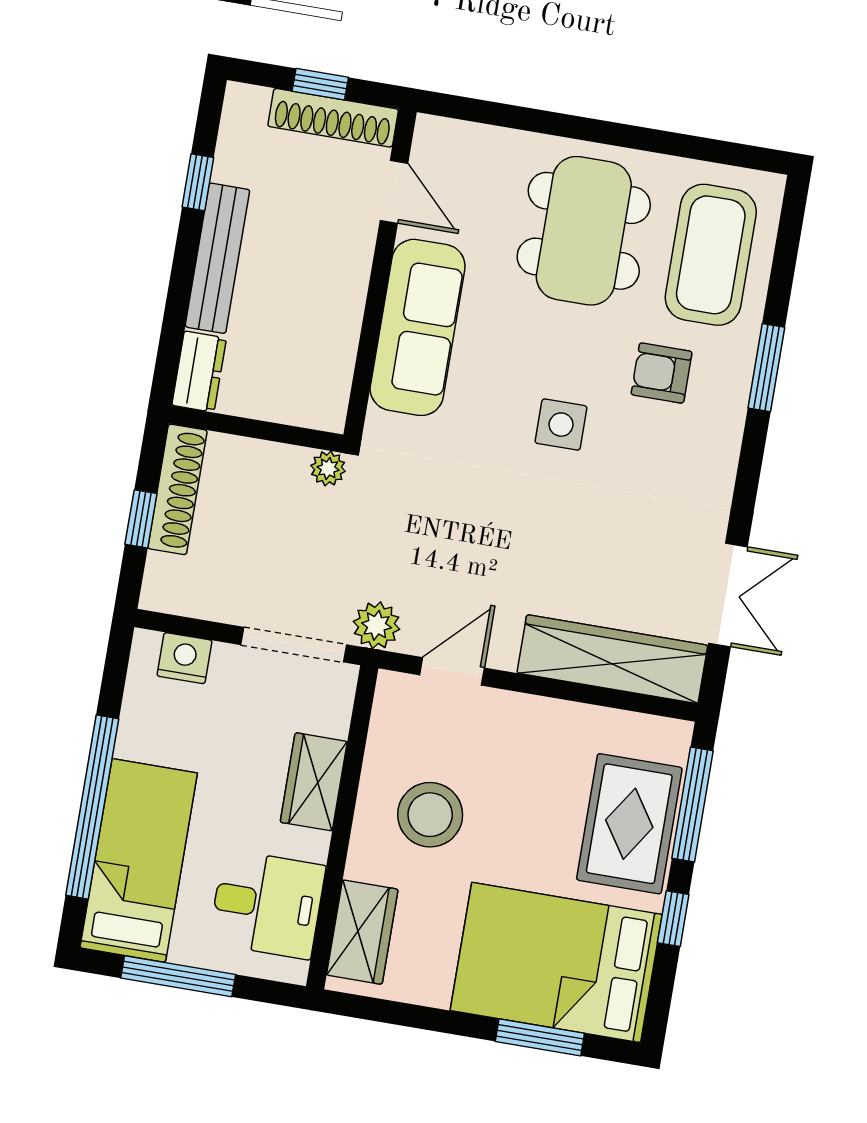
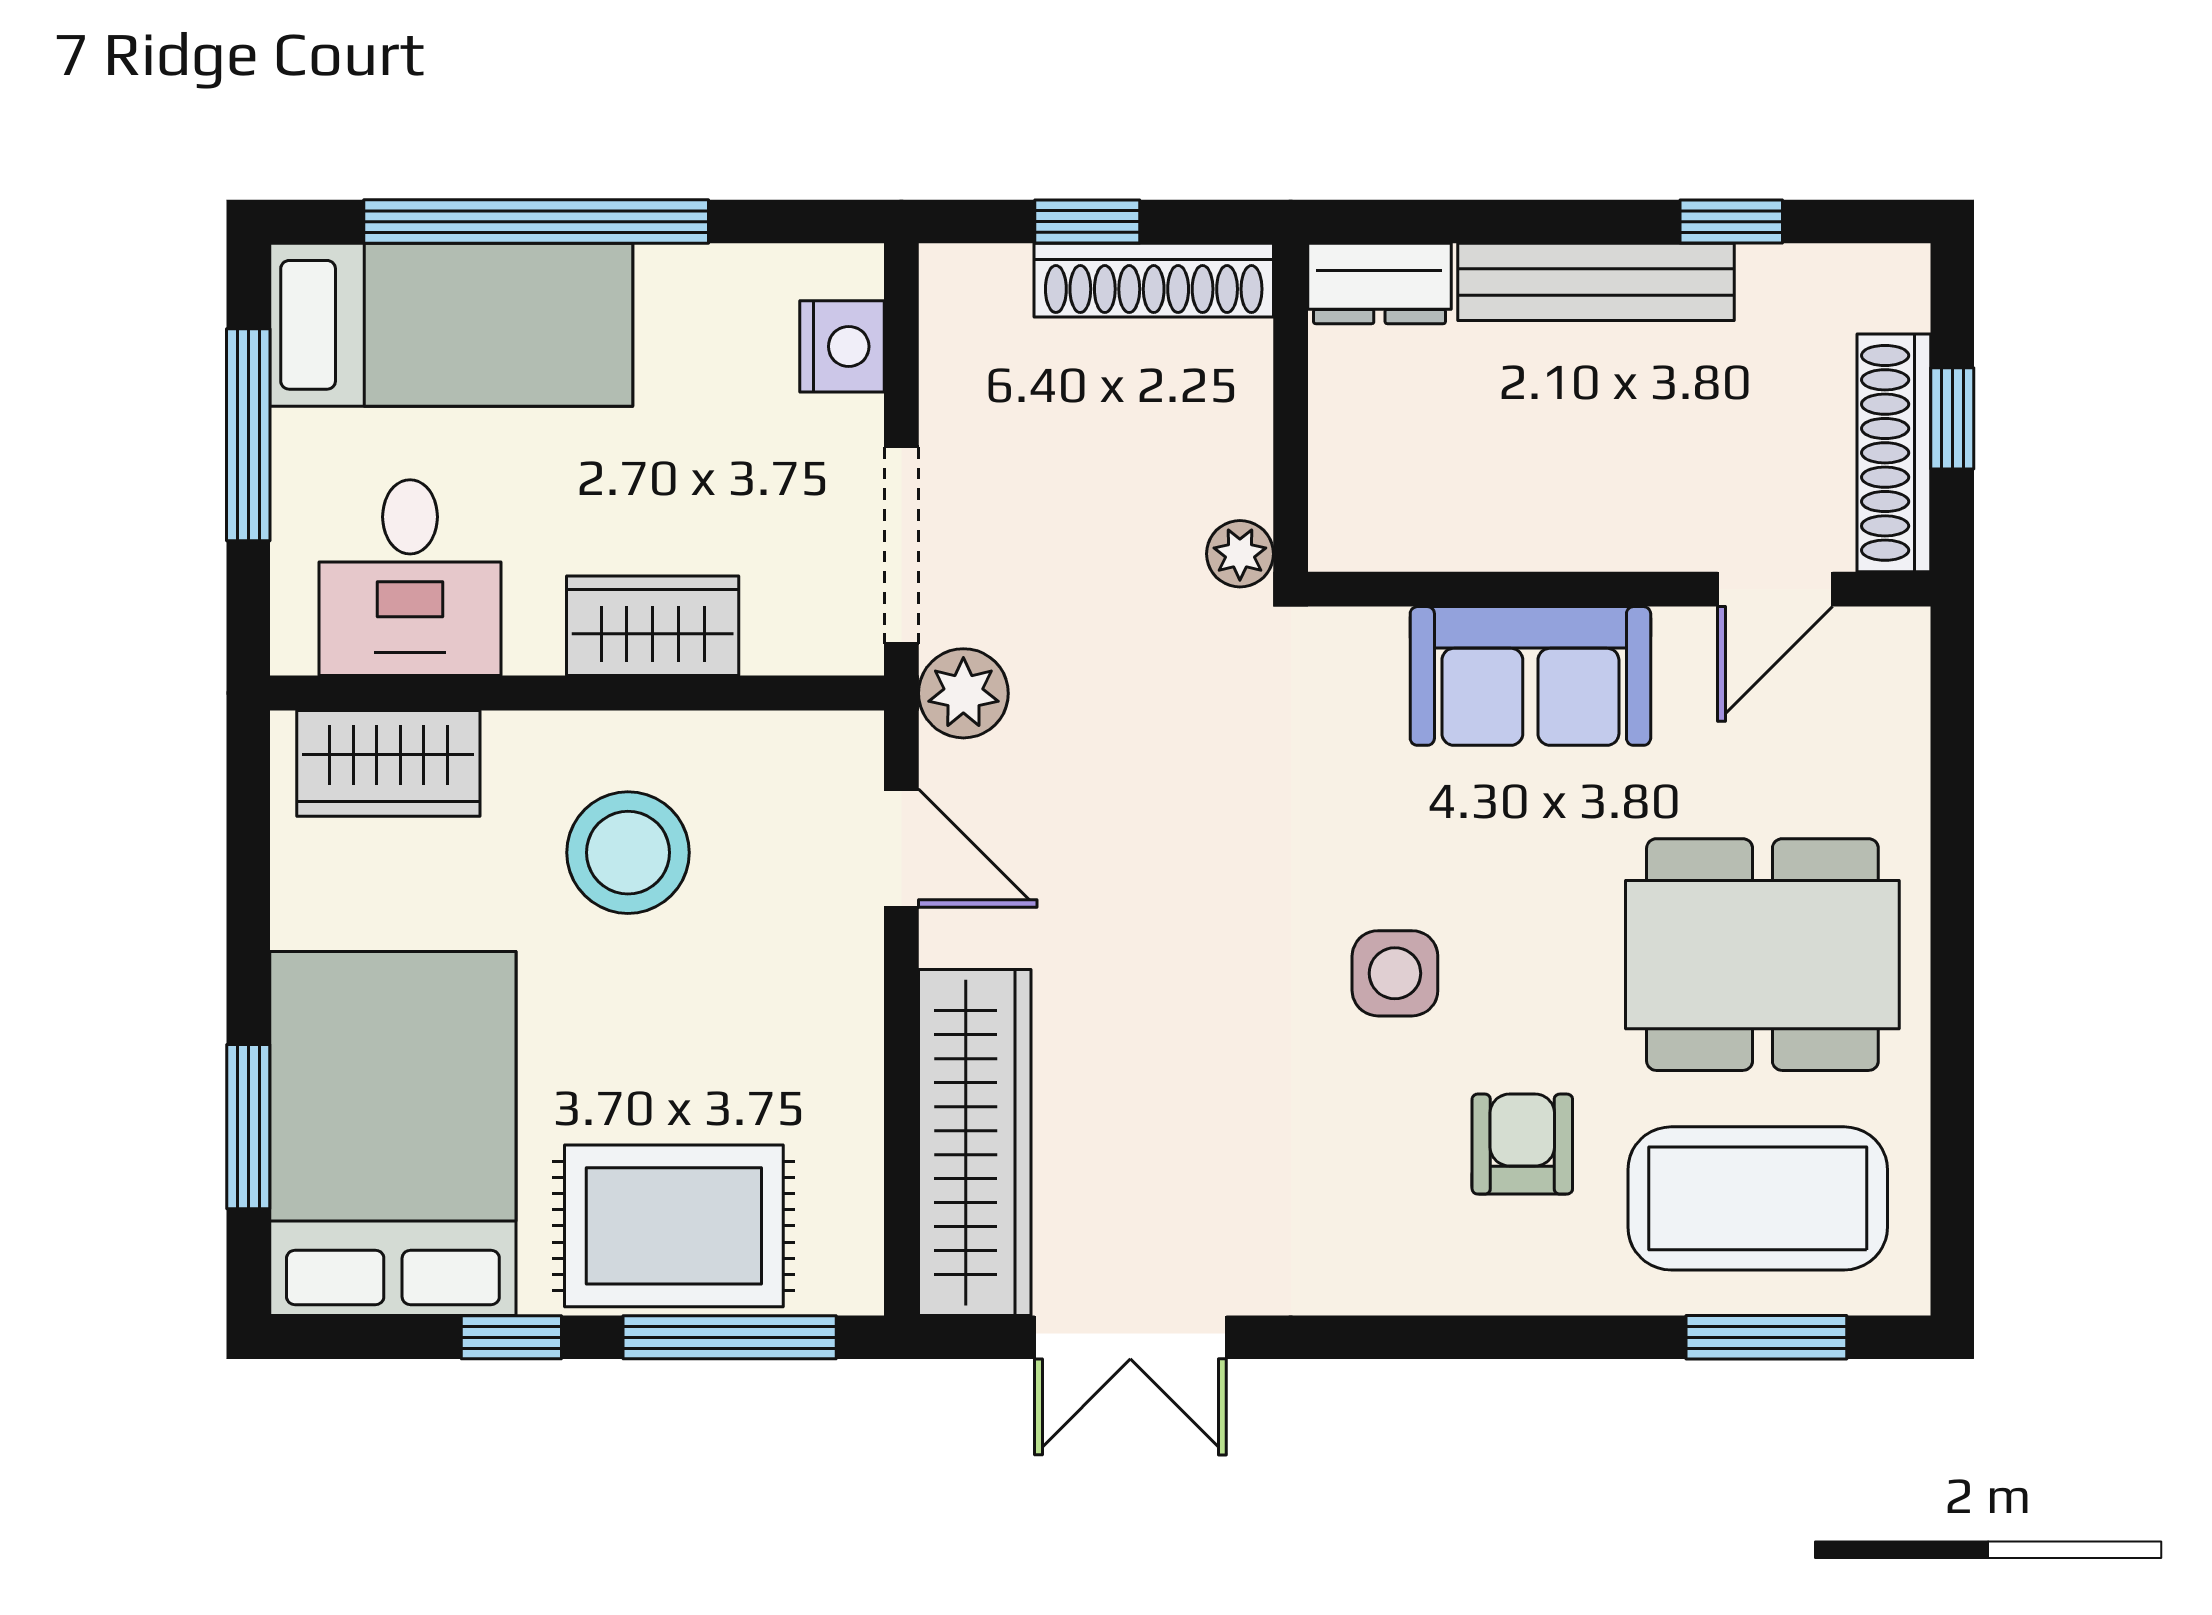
sofa: (418, 327) -> (1530, 676), width x0.73
window: (766, 368) -> (1766, 1337), moved

